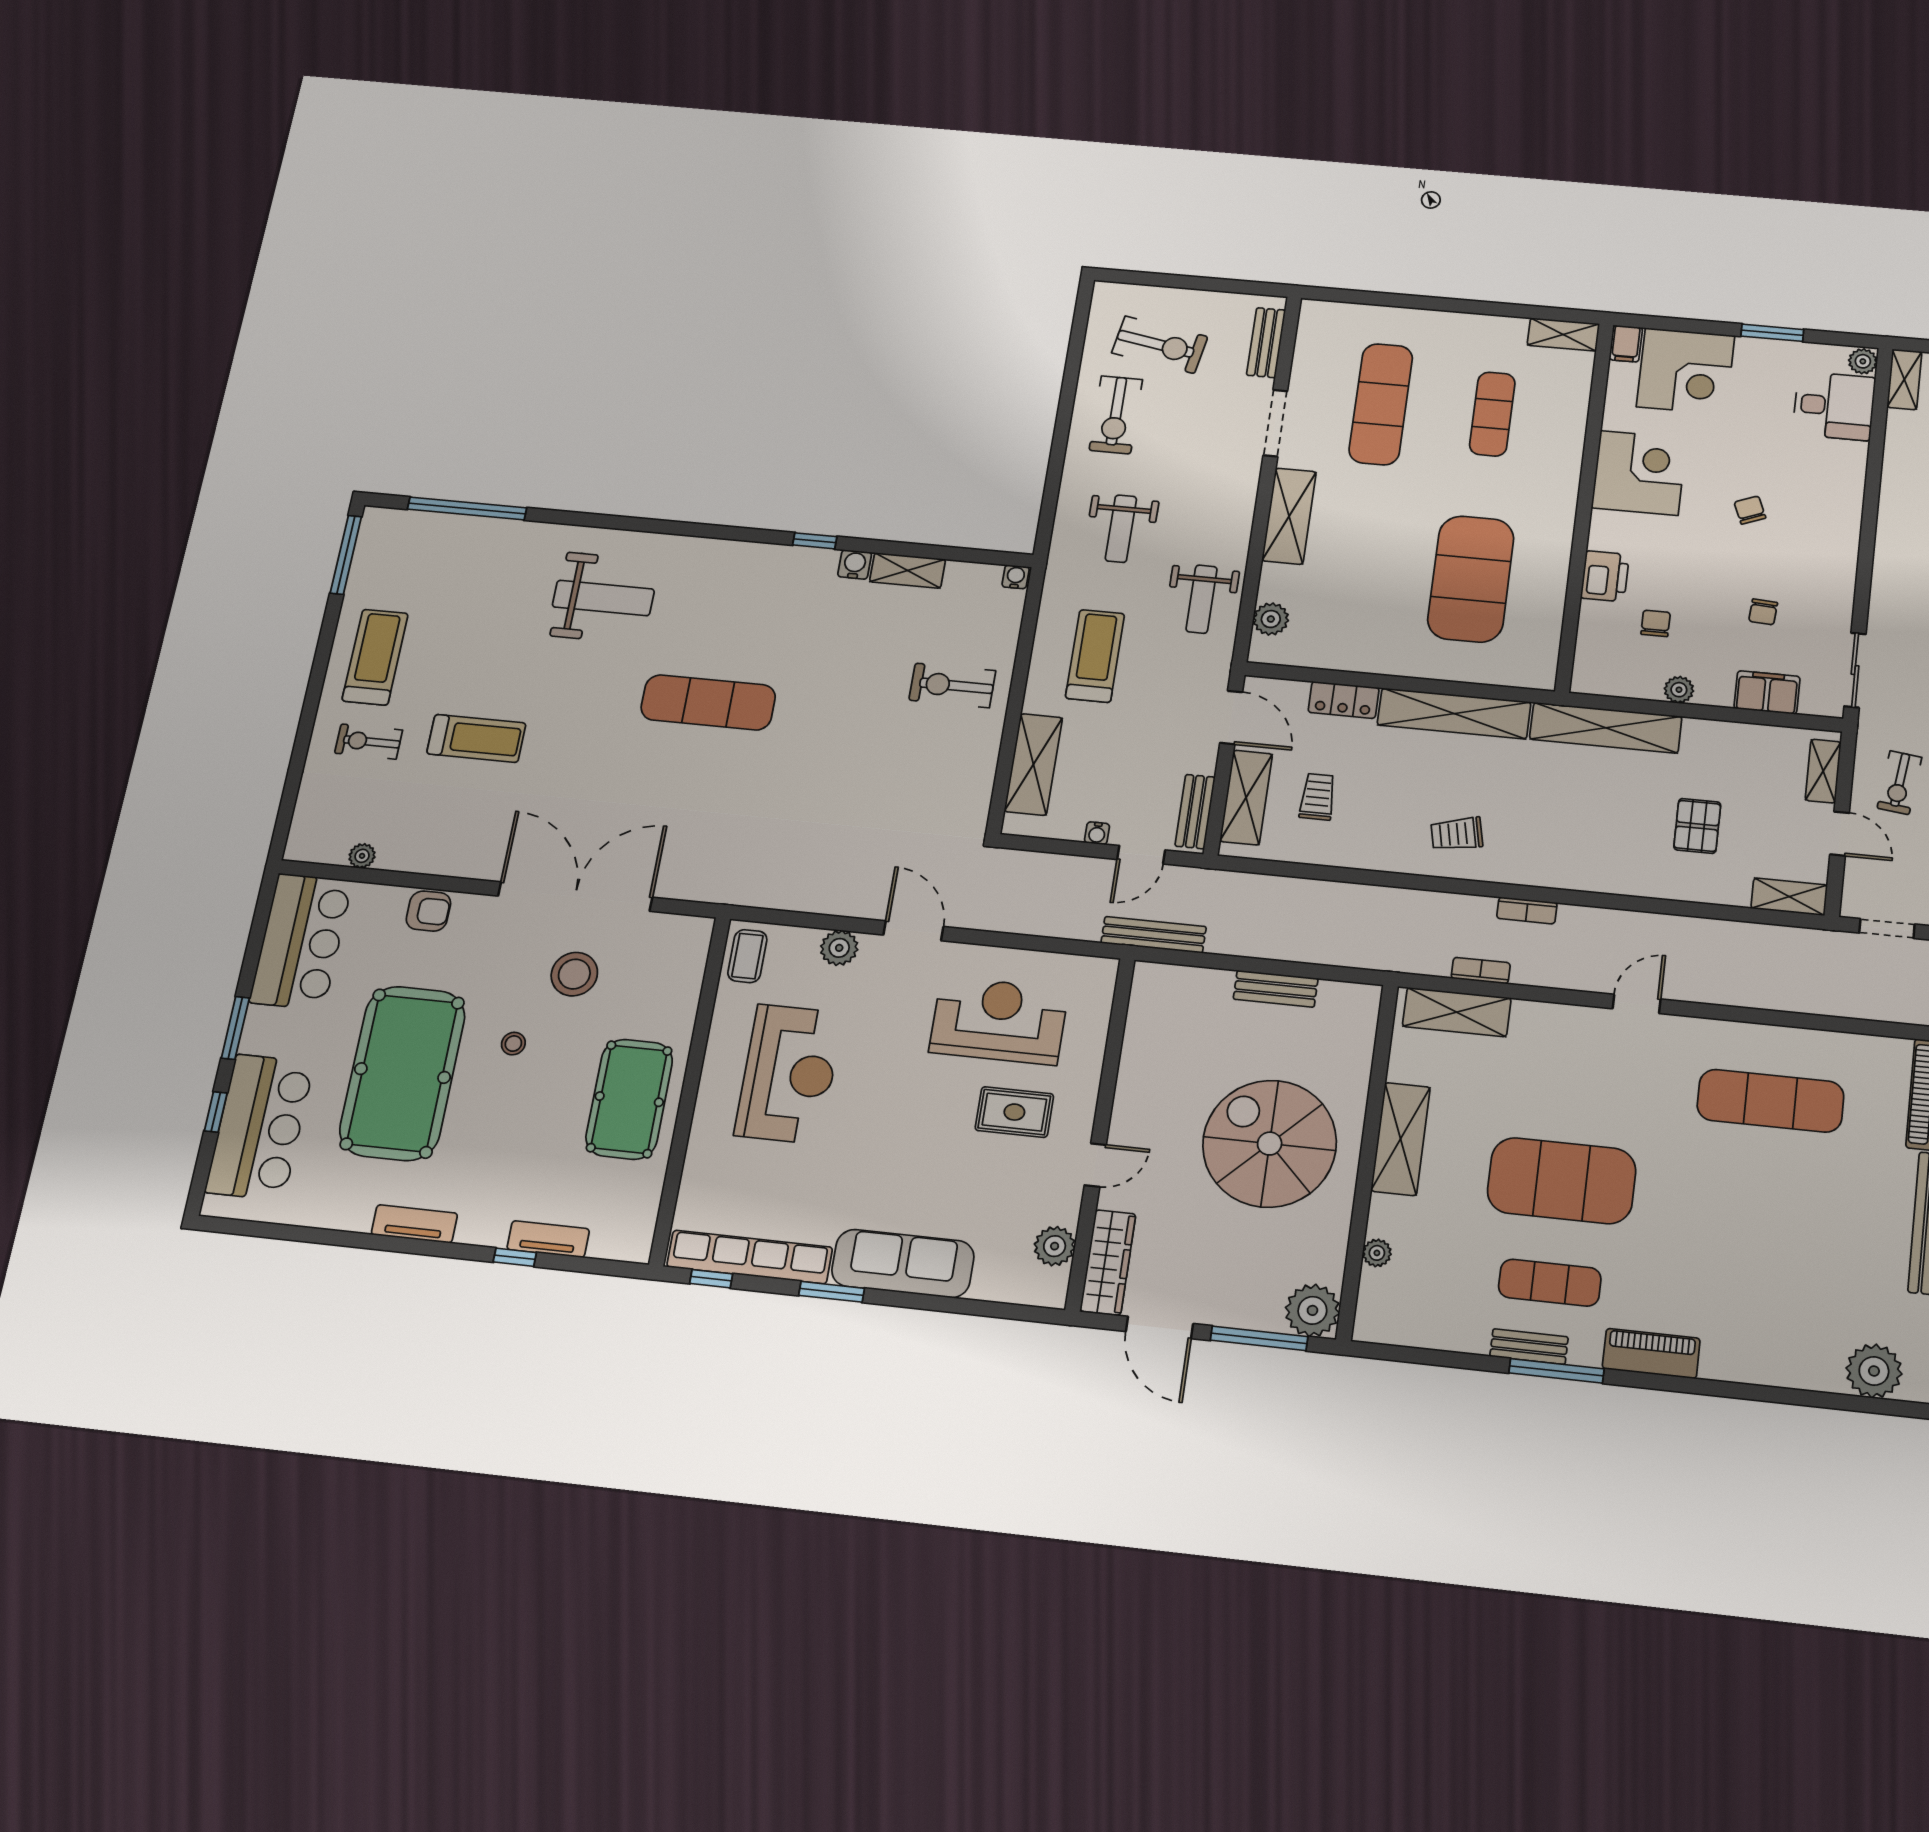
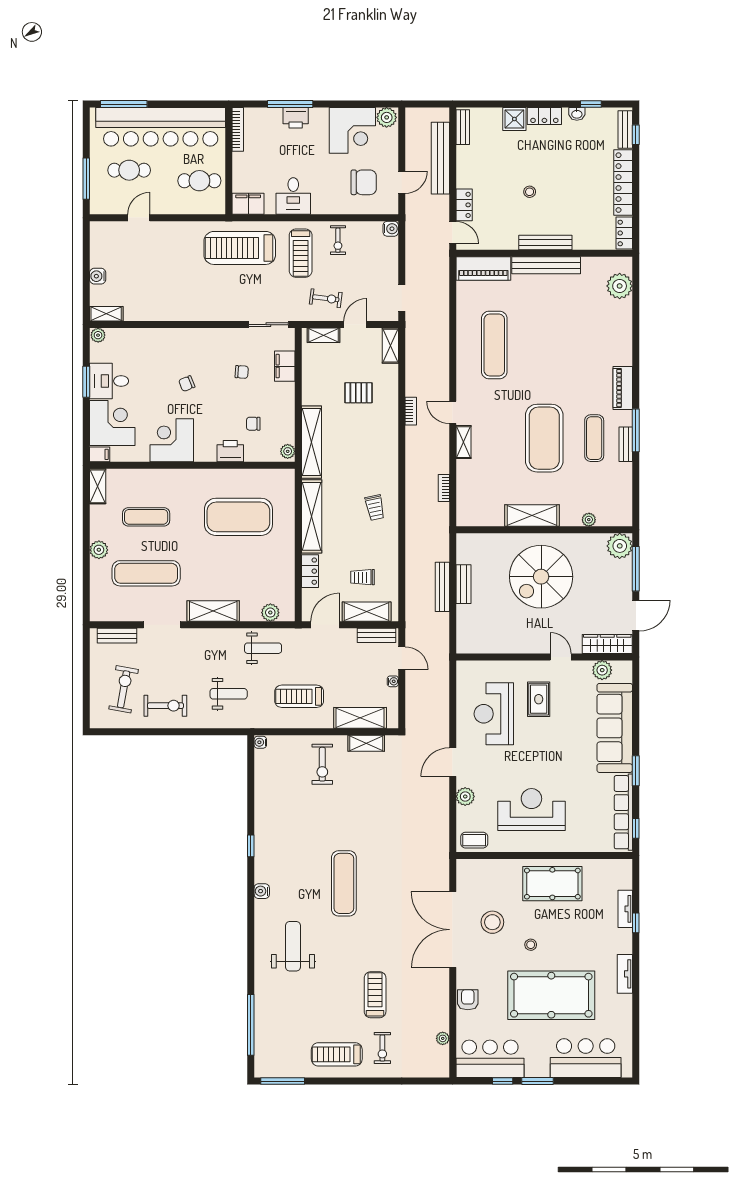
plant: (1438, 326) -> (99, 550), added
desk: (1834, 406) -> (109, 381), moved, turned -90
water cooler: (855, 564) -> (262, 891), moved
shelving: (908, 570) -> (366, 743), moved, turned 90
plant: (1679, 690) -> (288, 451), moved
bookcase: (1527, 910) -> (411, 411), moved
bench: (1154, 935) -> (442, 587), moved
shelving: (1457, 1012) -> (464, 442), moved, width x0.67, depth x0.75
window: (216, 1112) -> (503, 1081), moved
sofa: (903, 1264) -> (615, 728), width x1.36, depth x1.27

